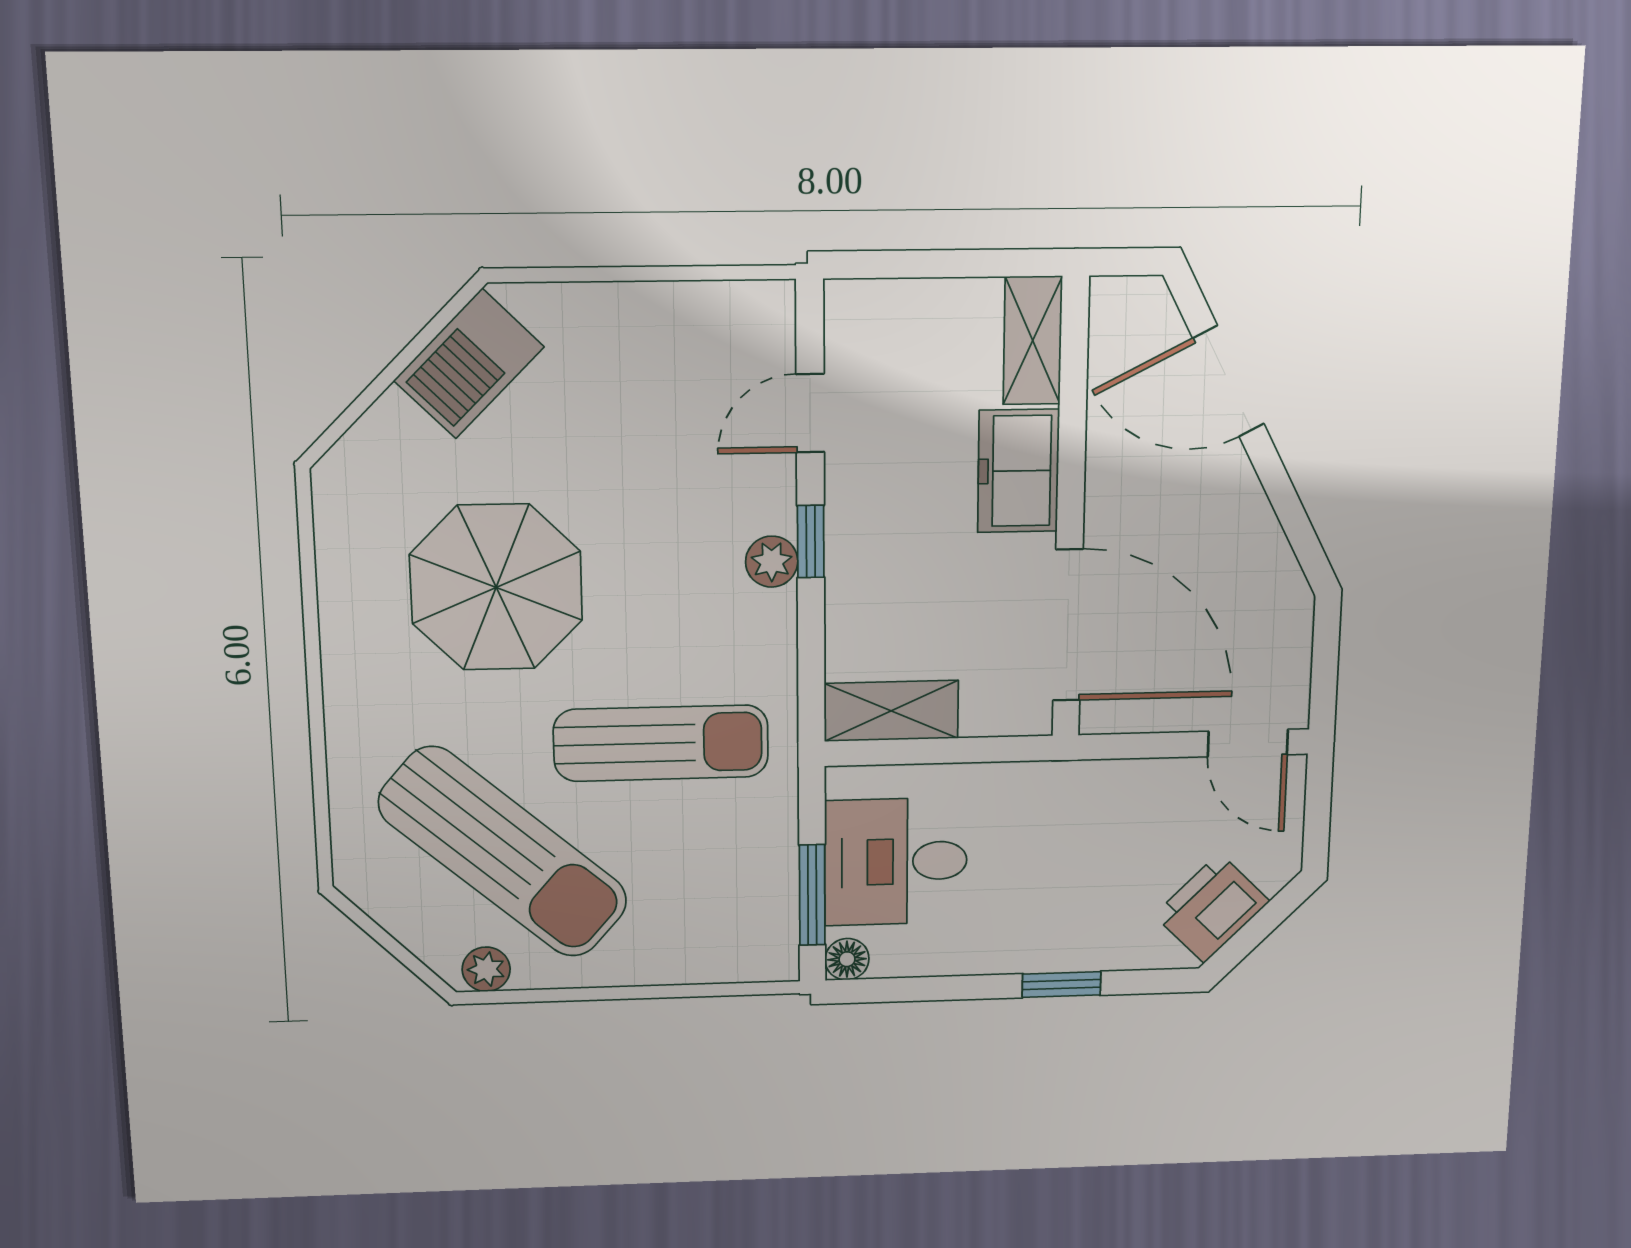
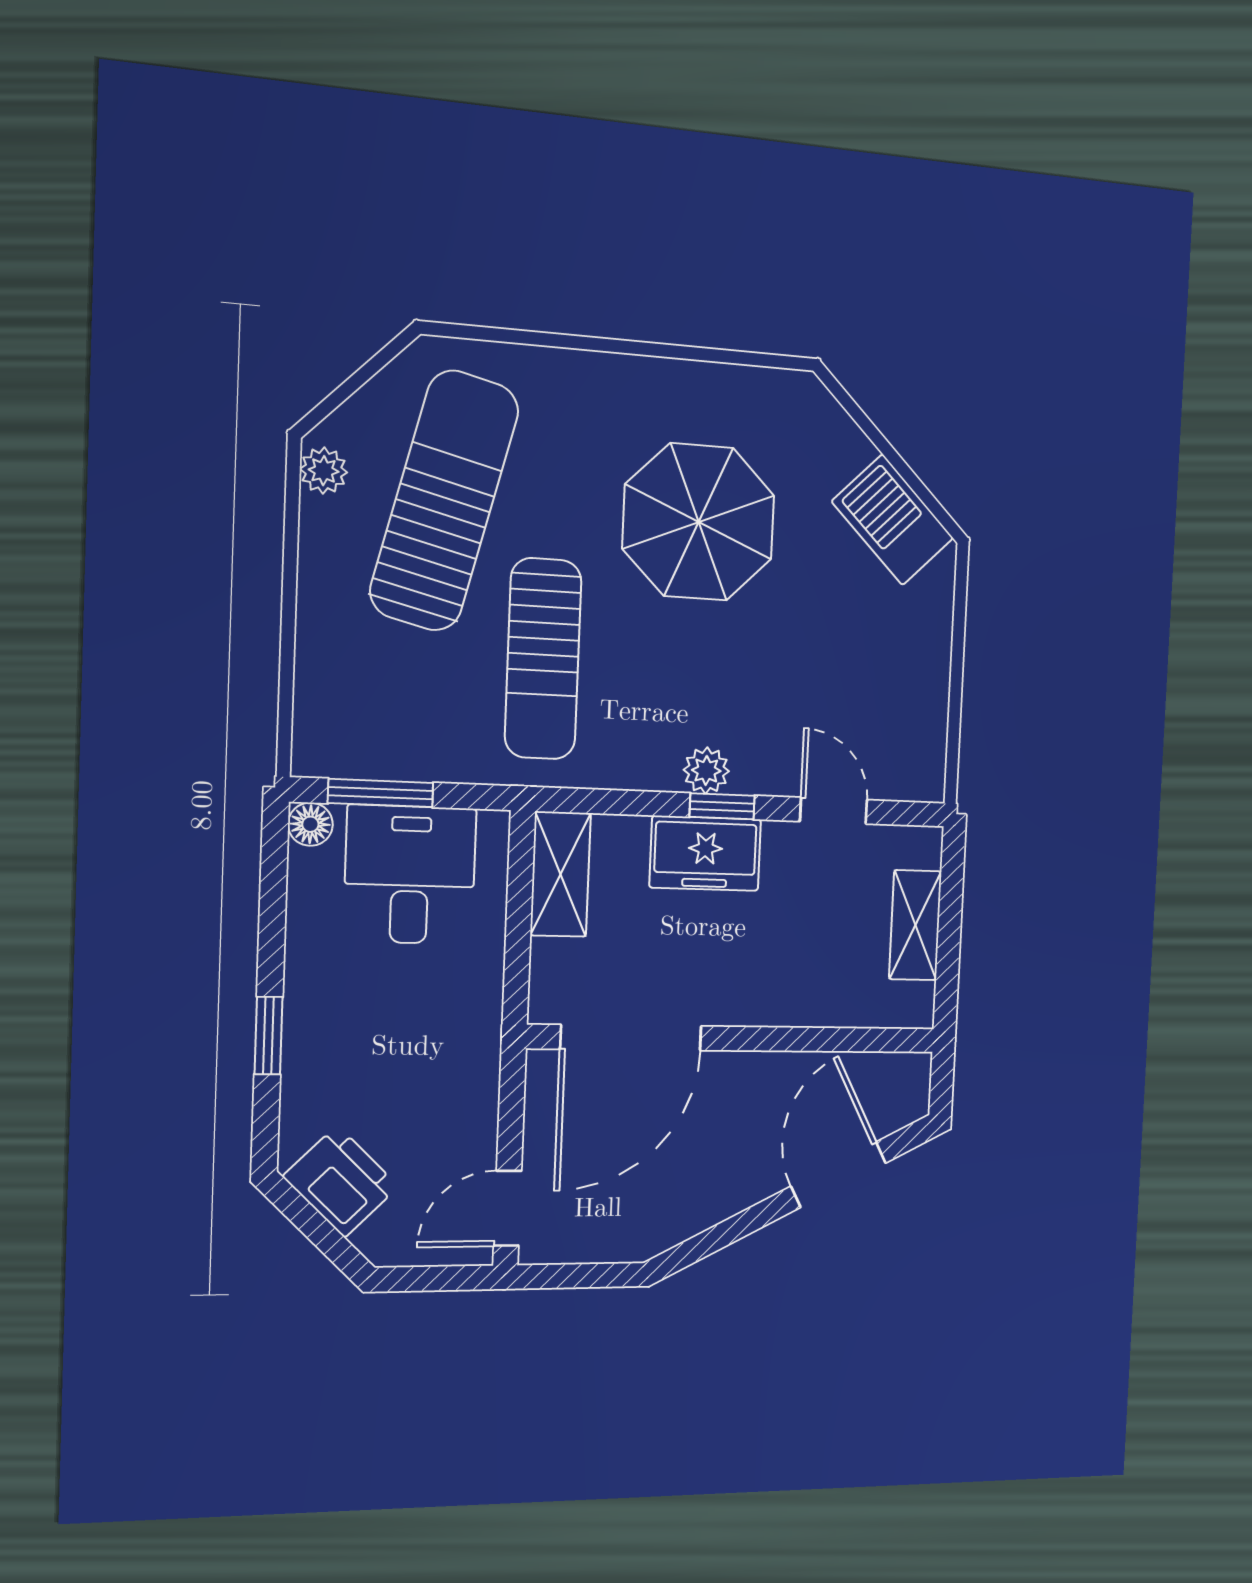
shelving: (1033, 341) -> (915, 925), moved, turned 90
freezer: (1018, 471) -> (705, 853), moved, turned 180
sun lounger: (503, 852) -> (444, 501), turned 153

